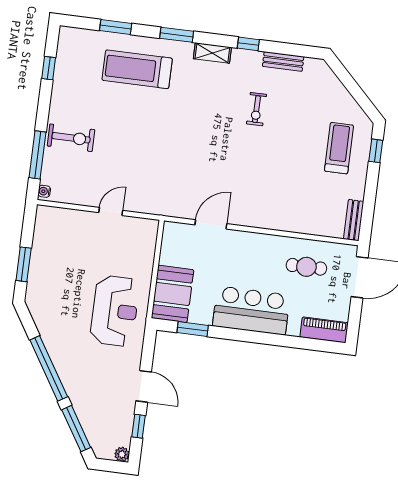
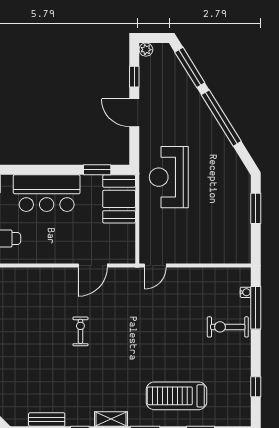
treadmill: (137, 69) -> (176, 396), turned 180
exercise bike: (256, 109) -> (80, 331), moved
water cooler: (44, 191) -> (246, 292), moved
door: (111, 212) -> (155, 266), moved

